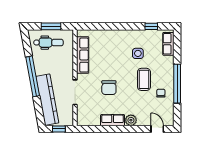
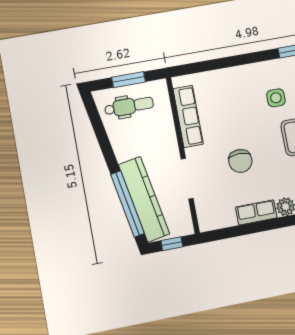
window: (33, 76) -> (127, 204), moved

